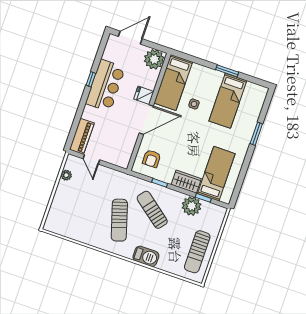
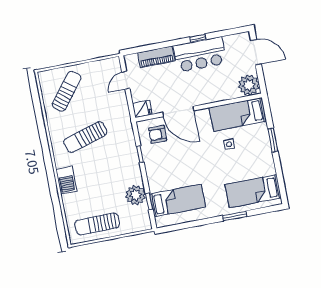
window: (227, 71) -> (273, 140), moved
fridge: (144, 95) -> (142, 109), moved, turned 90
bed: (228, 101) -> (253, 191), moved
door: (146, 119) -> (178, 112), moved
piano: (82, 136) -> (156, 57), moved
plant: (66, 175) -> (98, 66), removed
wardrobe: (186, 182) -> (155, 178), removed
sun lounger: (152, 210) -> (67, 91), moved

